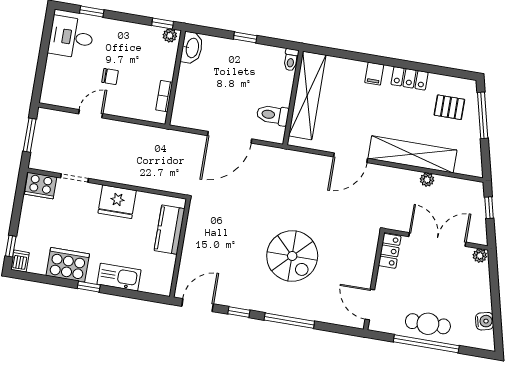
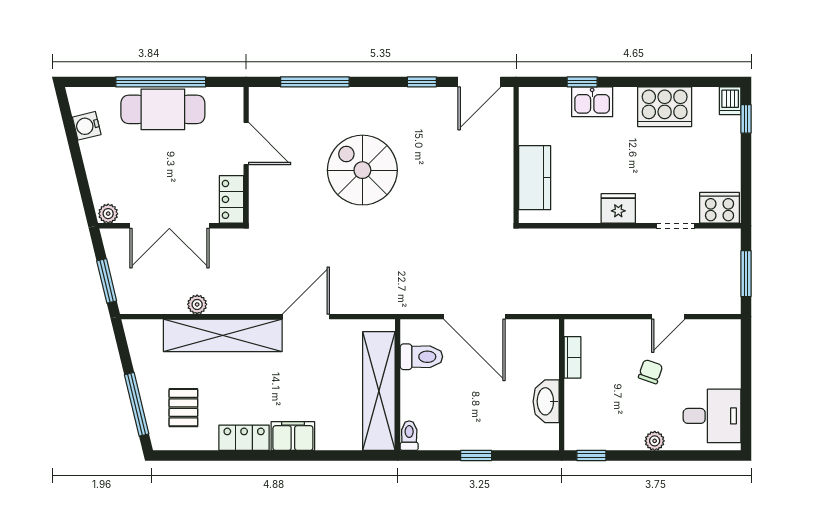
window: (92, 11) -> (690, 456), removed
plant: (170, 35) -> (655, 441), moved
washbasin: (192, 48) -> (546, 401), moved
filing cabinet: (374, 74) -> (293, 436), width x2.00
chair: (110, 77) -> (650, 372), turned 109
pallet: (449, 107) -> (183, 408), turned 90
door: (230, 137) -> (474, 317), swing flipped
fridge: (117, 202) -> (618, 208), width x0.73, depth x0.75
window: (489, 208) -> (107, 281), width x1.50
kitchen sink: (119, 277) -> (592, 102), width x0.73
window: (89, 287) -> (582, 82), moved
door: (370, 305) -> (246, 144), moved
window: (289, 321) -> (315, 82), moved
cafe table: (428, 324) -> (163, 109), width x1.37, depth x1.35

